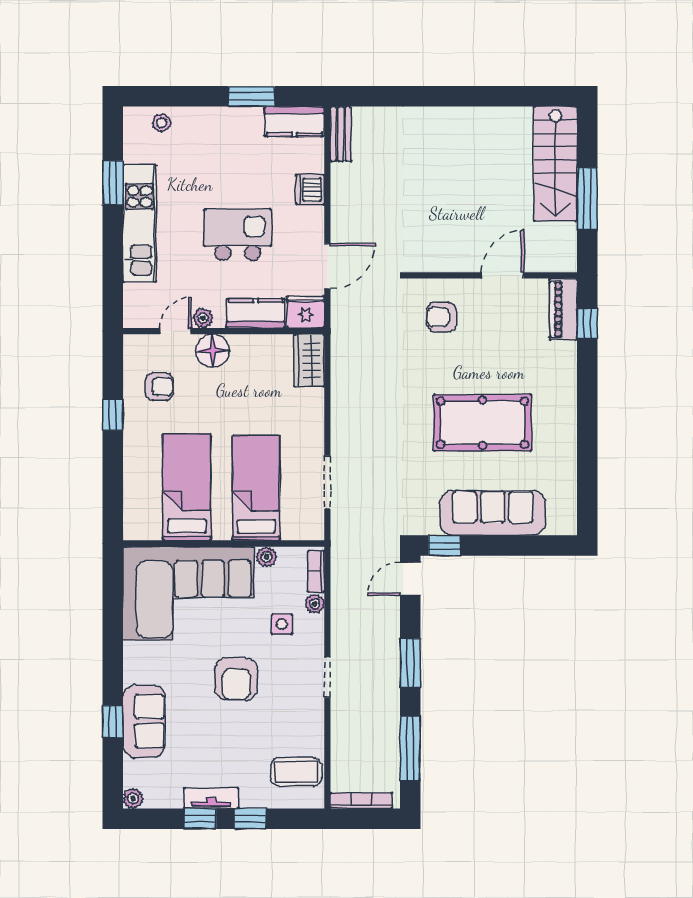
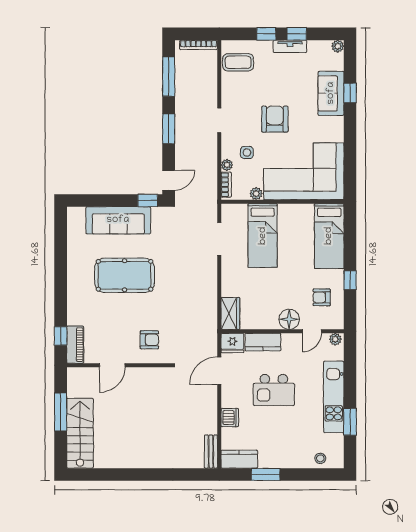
plant: (203, 318) -> (335, 339), moved
bed: (187, 487) -> (329, 236), moved

